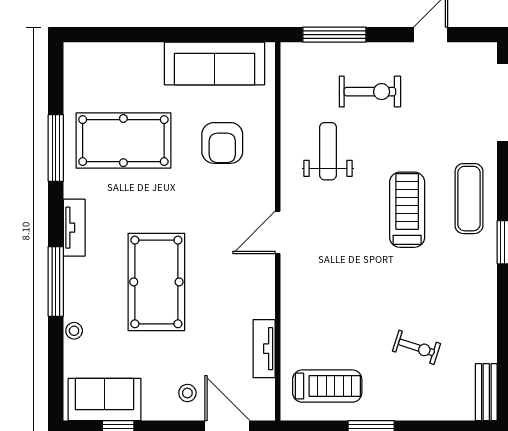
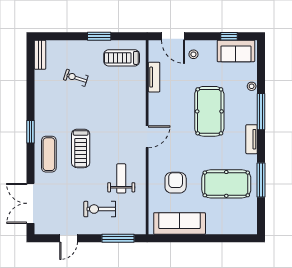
weight bench: (328, 151) -> (121, 178), turned 180

